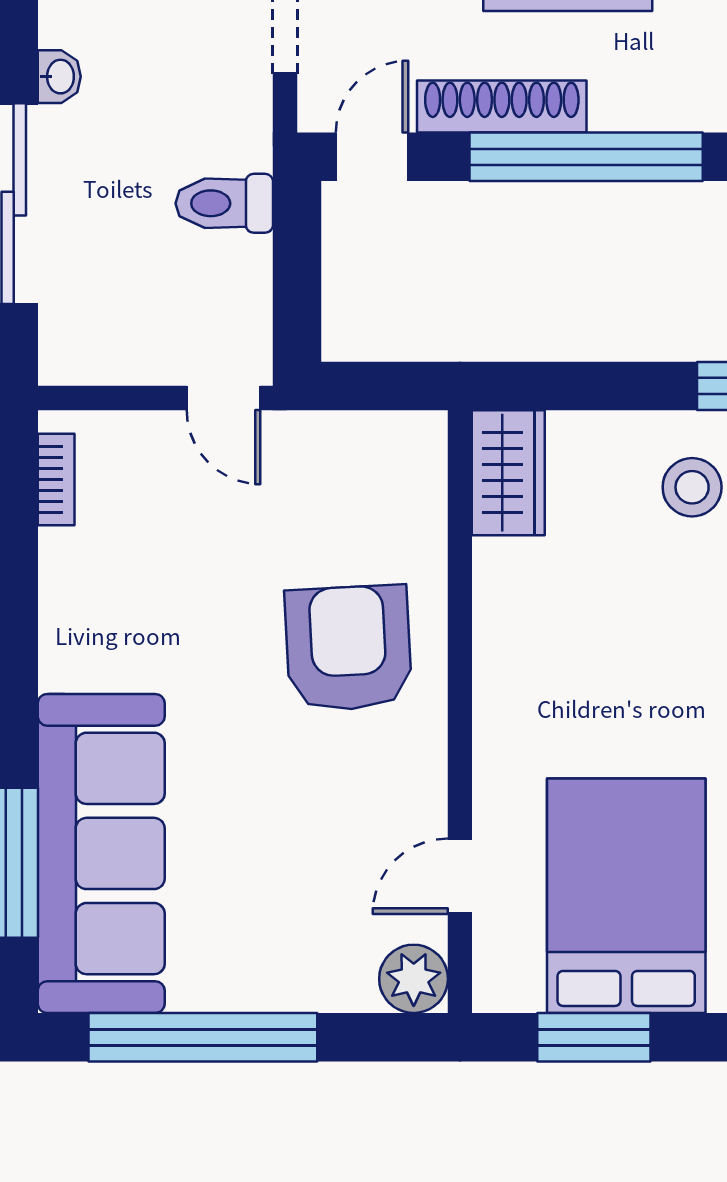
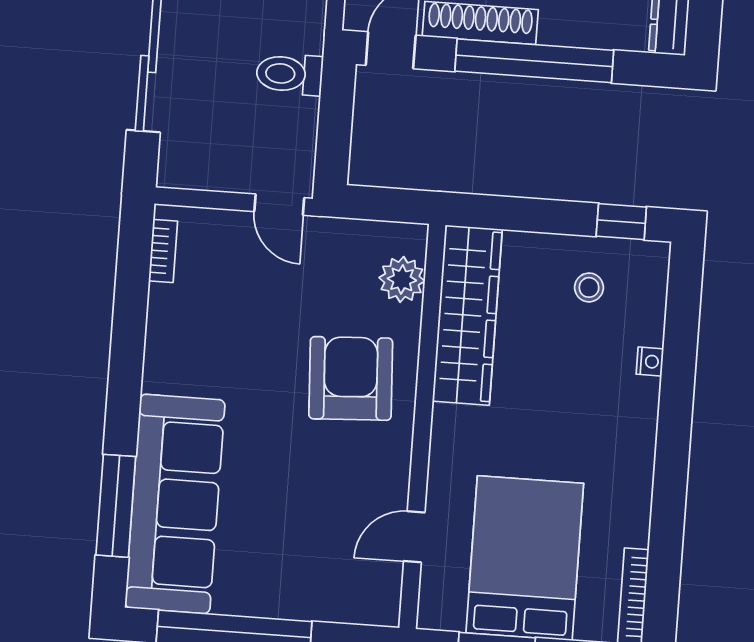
wardrobe: (508, 473) -> (467, 315), width x2.10, depth x1.17
stool: (692, 487) -> (589, 287), width x0.73, depth x0.73
plant: (414, 979) -> (402, 279), moved

